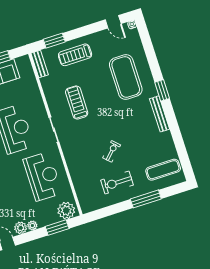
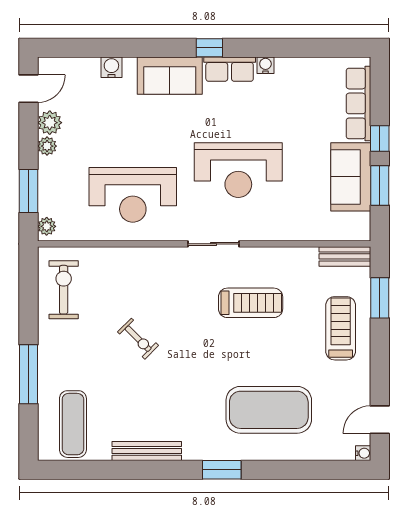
bench: (160, 114) -> (147, 451), moved
exercise bike: (117, 183) -> (64, 290), moved
plant: (66, 211) -> (47, 226), width x0.53, depth x0.53

